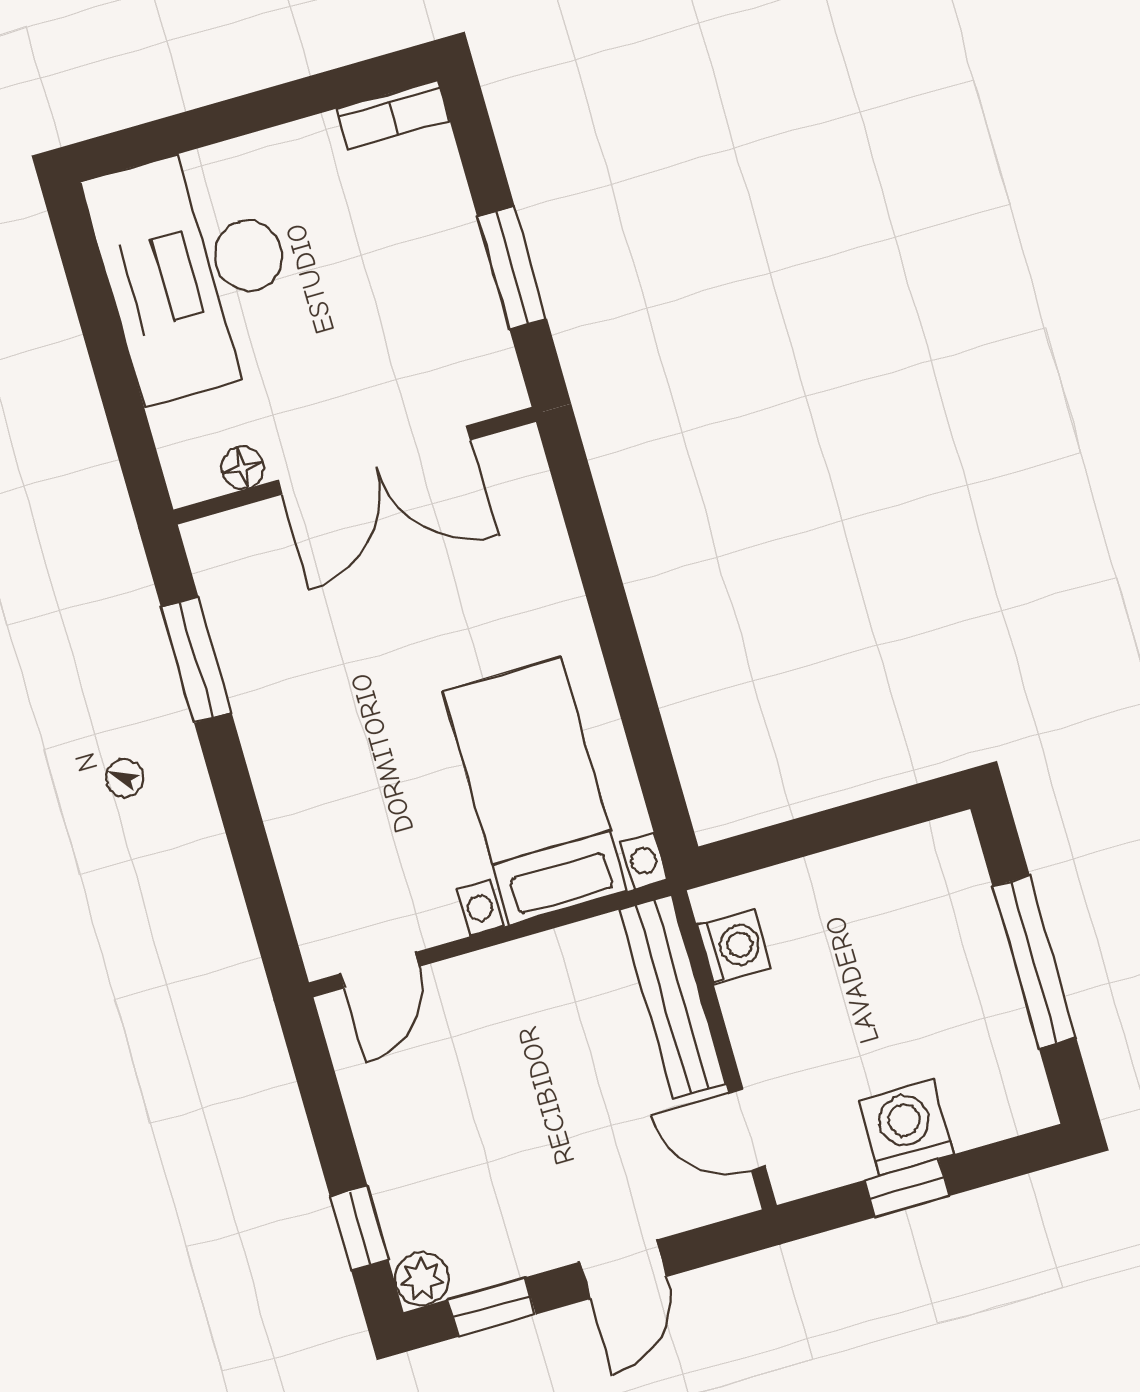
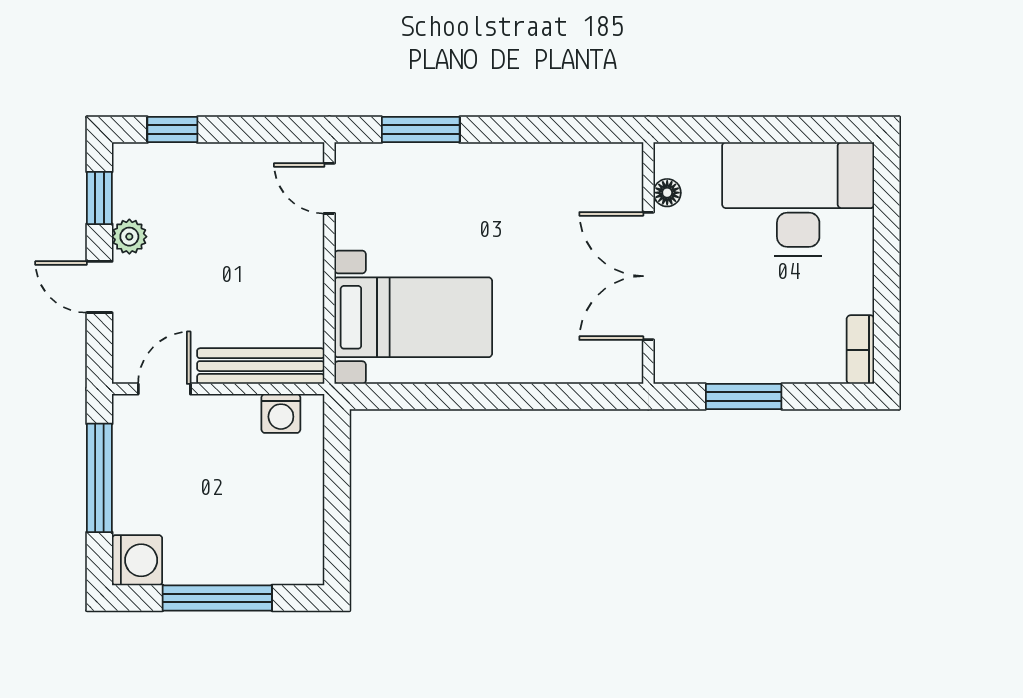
window: (196, 660) -> (421, 130), moved
washing machine: (906, 1128) -> (137, 560), moved
window: (907, 1188) -> (99, 478), width x2.17
plant: (422, 1279) -> (129, 237), moved

